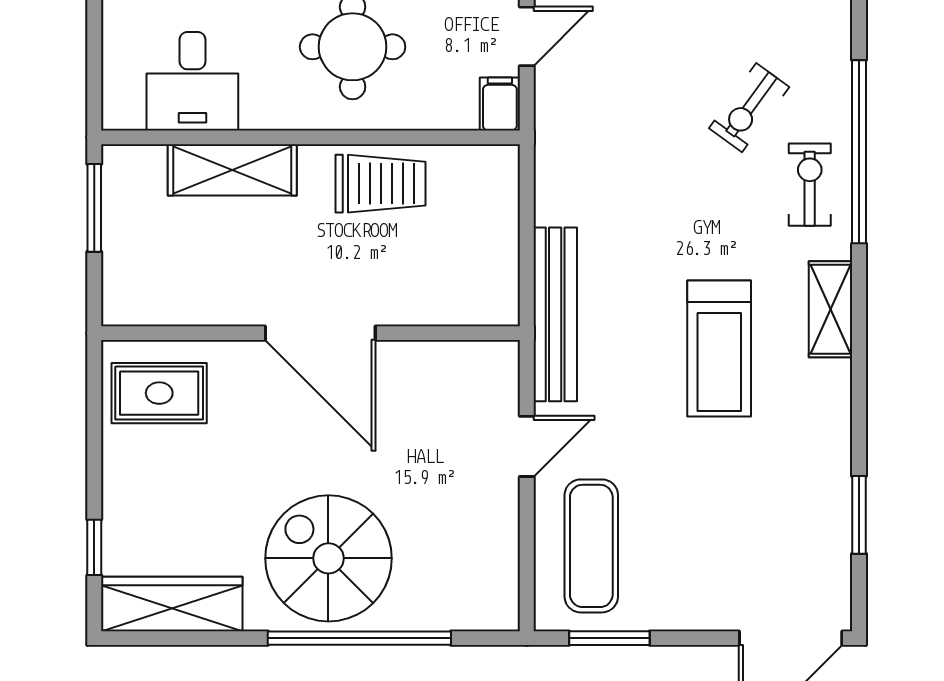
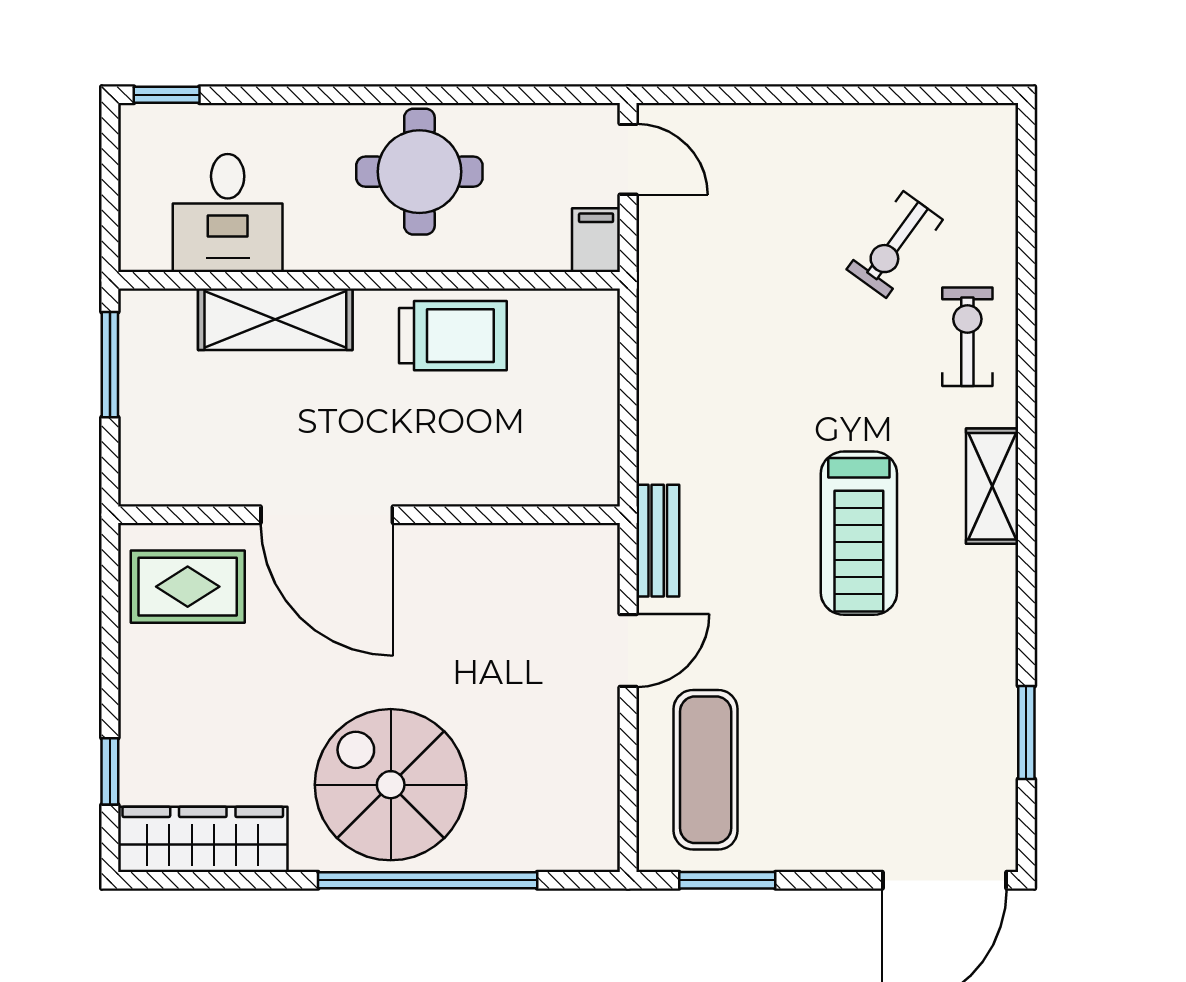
door: (527, 36) -> (628, 159), hinge flipped
window: (859, 152) -> (1026, 297), removed
bench: (555, 314) -> (658, 541), width x0.54, depth x0.82
door: (320, 333) -> (327, 515), moved

